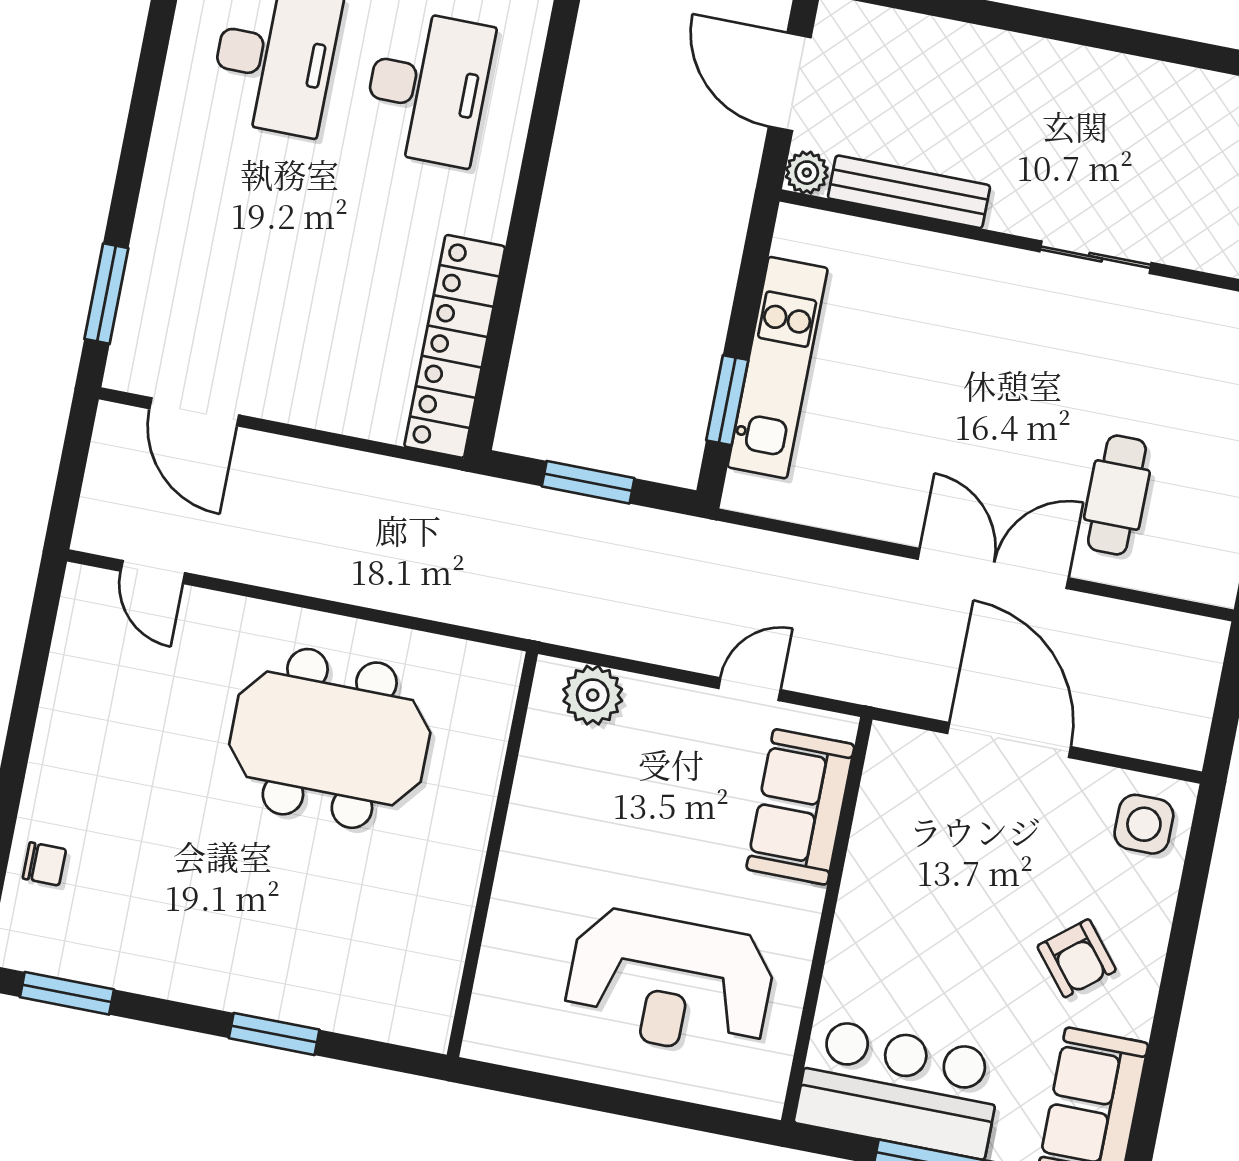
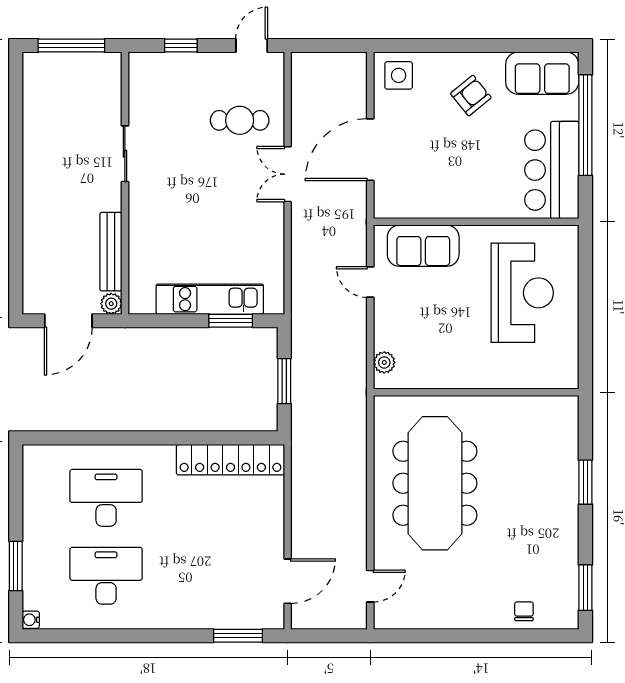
double door: (993, 569) -> (288, 174), width x0.73
plant: (593, 695) -> (384, 362), width x0.73, depth x0.73
meeting table: (330, 738) -> (435, 483), width x1.36

